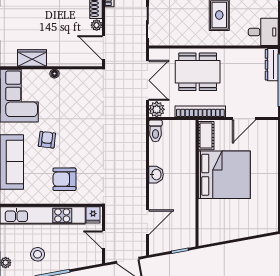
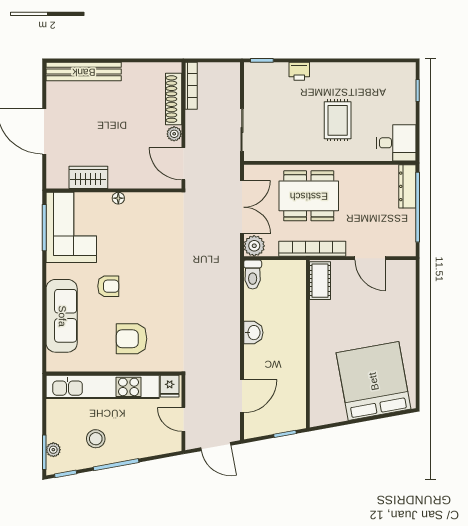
door: (244, 119) -> (370, 258), hinge flipped
armchair: (47, 140) -> (108, 286), turned 83
bed: (224, 175) -> (374, 381), moved, turned -100

